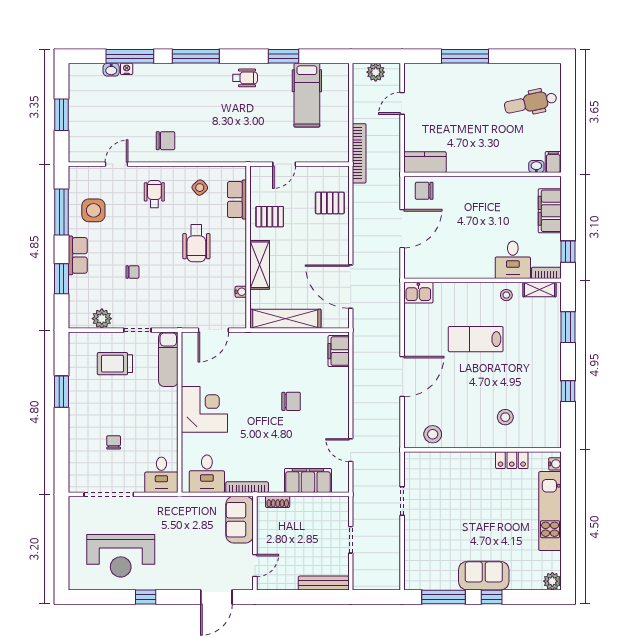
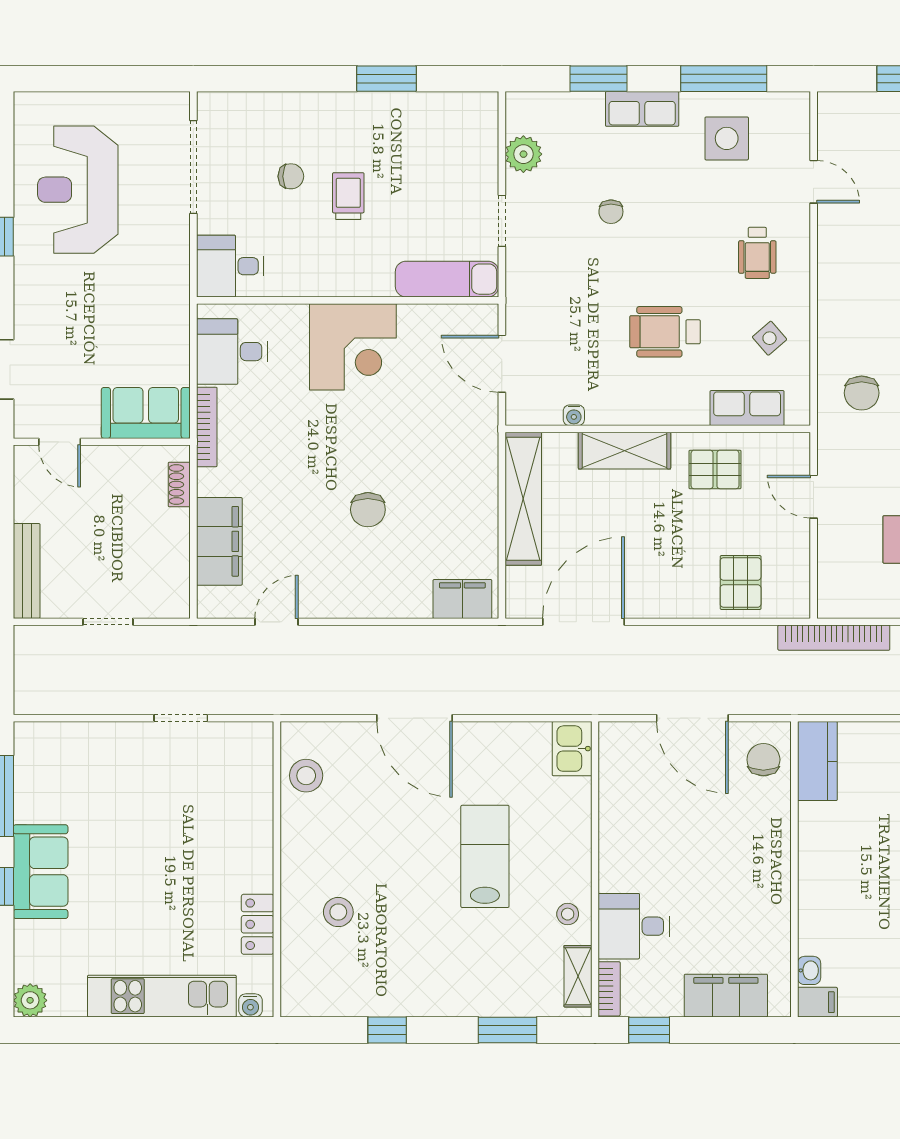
chair: (165, 141) -> (862, 393), moved
wheelchair: (154, 194) -> (757, 253), turned 90
pallet: (270, 217) -> (715, 469), turned 90
trolley: (115, 364) -> (348, 196), moved, width x0.73, depth x0.72

